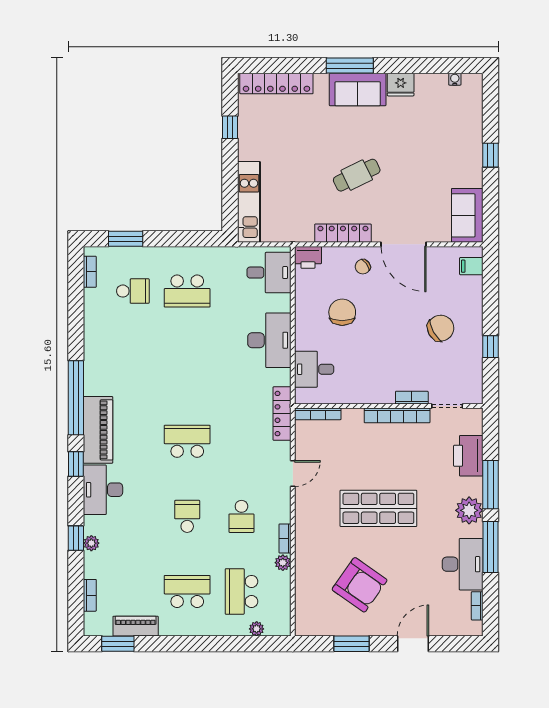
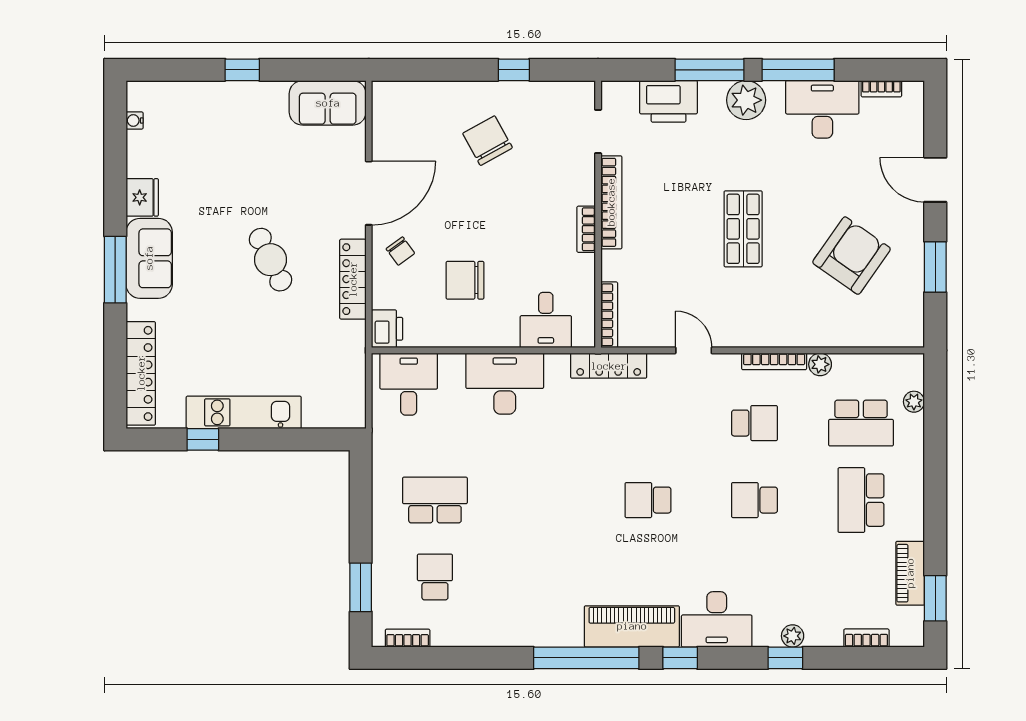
kitchen unit: (249, 202) -> (244, 412), moved
filing cabinet: (471, 266) -> (400, 97), removed
school desk: (187, 291) -> (435, 500), turned -90
bookcase: (412, 398) -> (586, 229), moved
school desk: (187, 441) -> (648, 500), width x0.54
shop shelf: (378, 508) -> (743, 229), width x0.70, depth x0.74
bookcase: (285, 538) -> (774, 361), width x1.56

